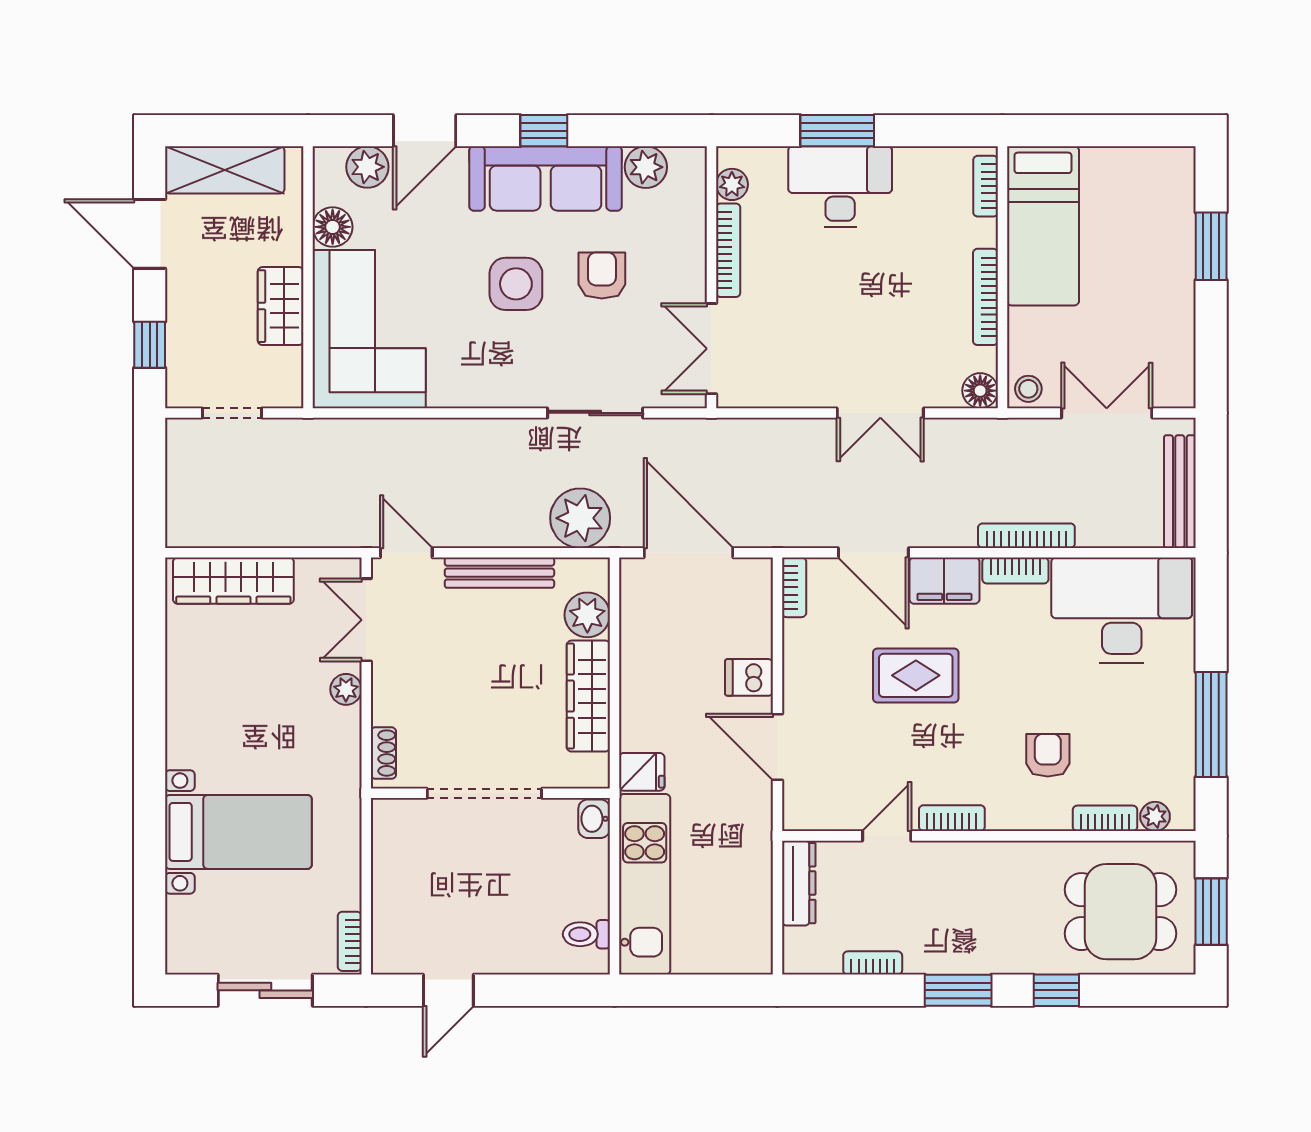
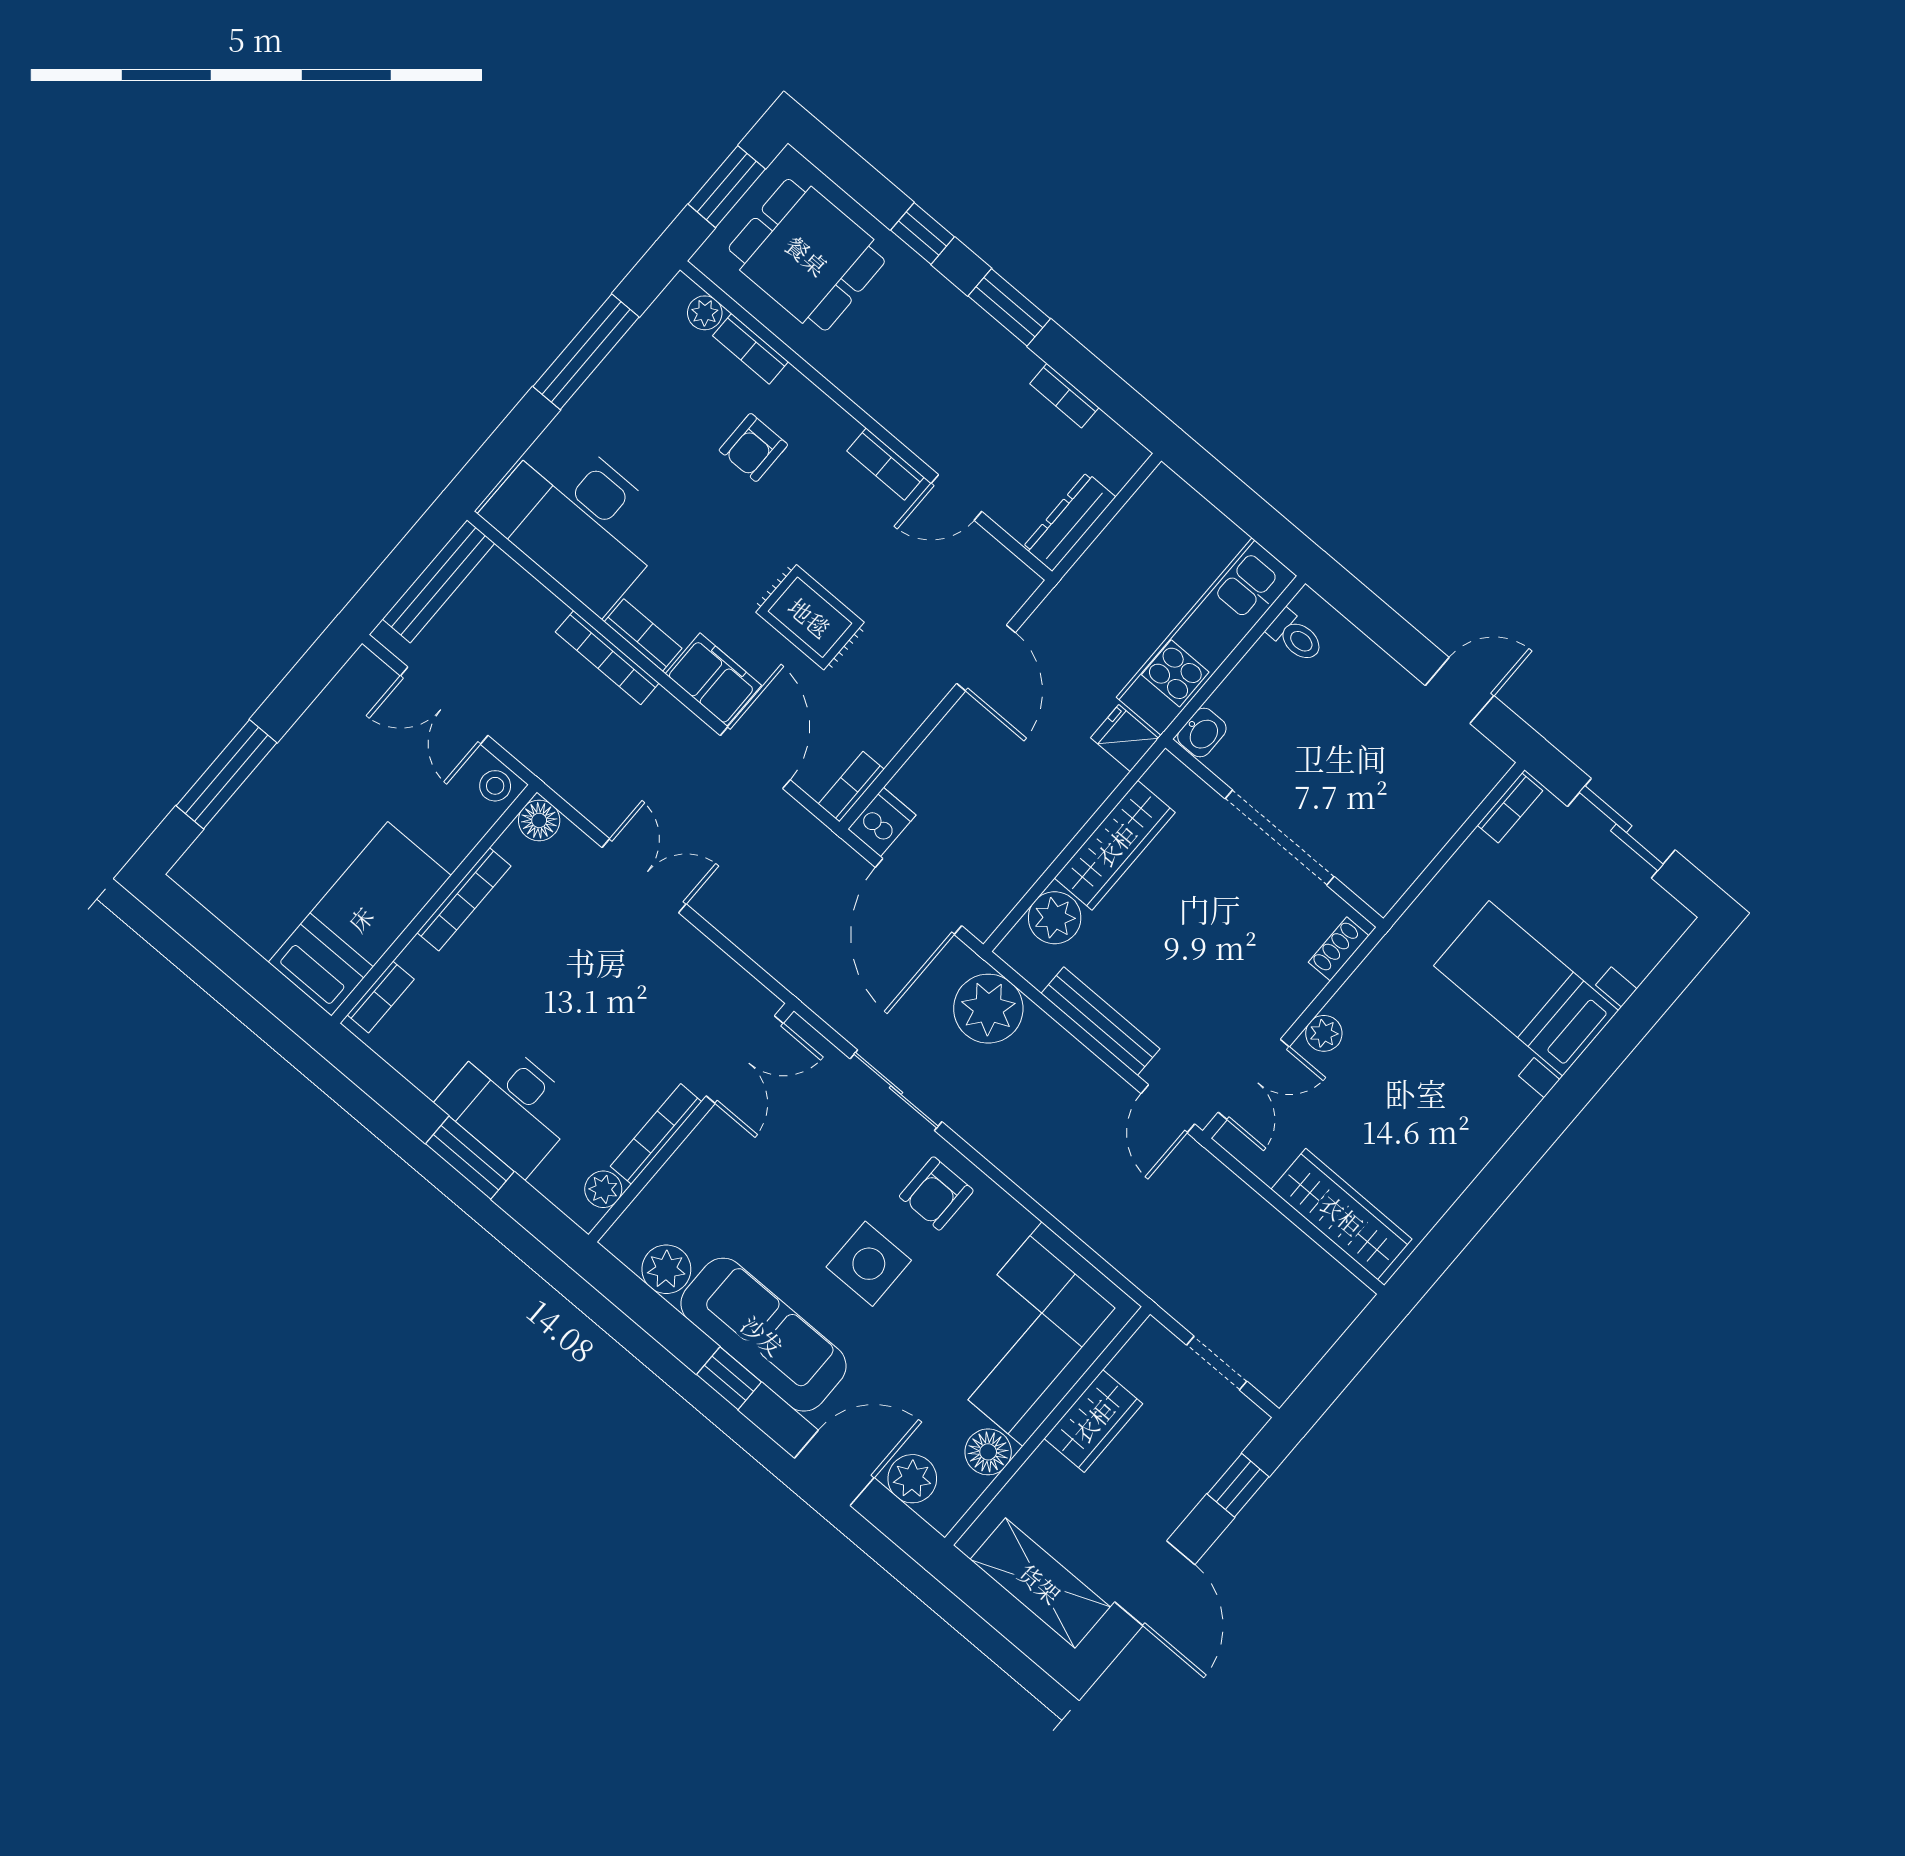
window: (1211, 246) -> (226, 774), width x1.44
armchair: (602, 275) -> (936, 1193), moved
dishwasher: (749, 677) -> (882, 822), moved, turned -90

